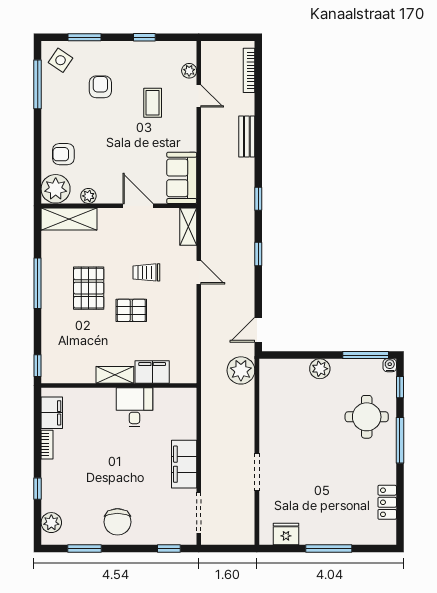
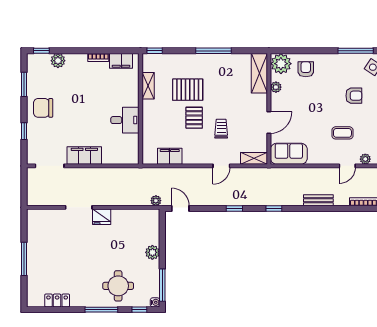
pallet: (89, 288) -> (188, 90), moved
plant: (241, 370) -> (156, 201), width x0.53, depth x0.53
filing cabinet: (152, 372) -> (170, 156), moved, turned -90
shelving: (115, 375) -> (148, 86), moved
window: (38, 489) -> (41, 51), moved
plant: (51, 523) -> (58, 61), moved
fridge: (286, 534) -> (102, 217), moved, turned 90
window: (169, 549) -> (24, 131), moved

